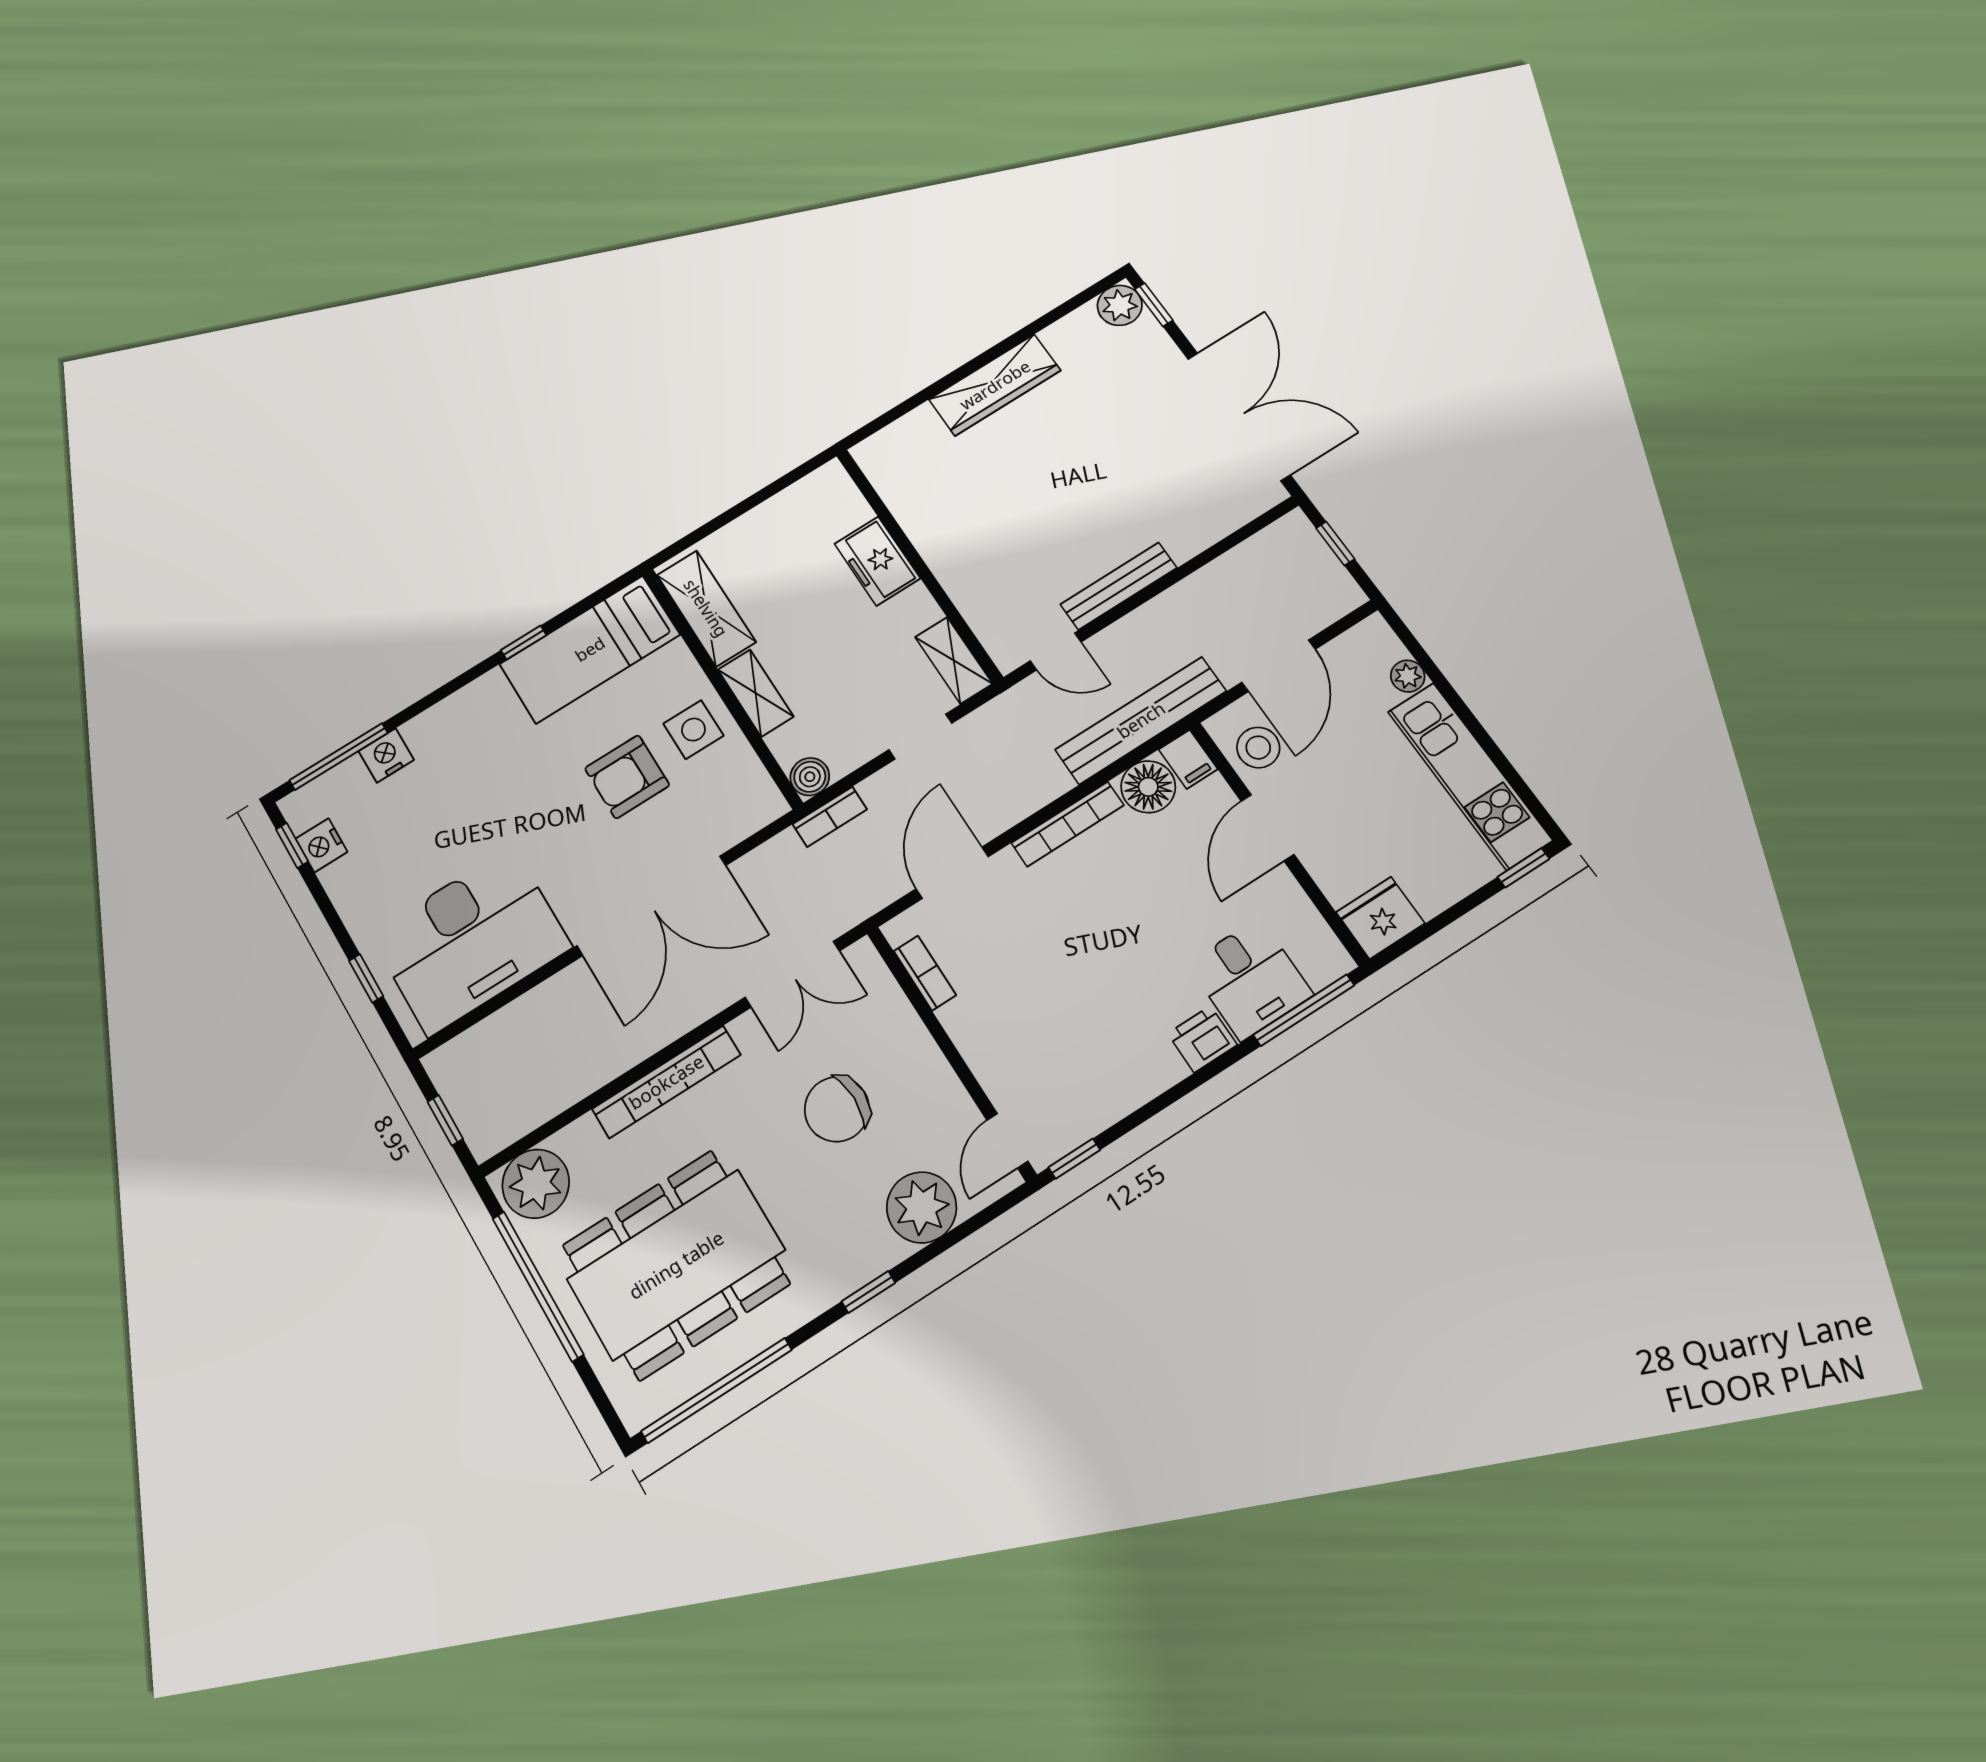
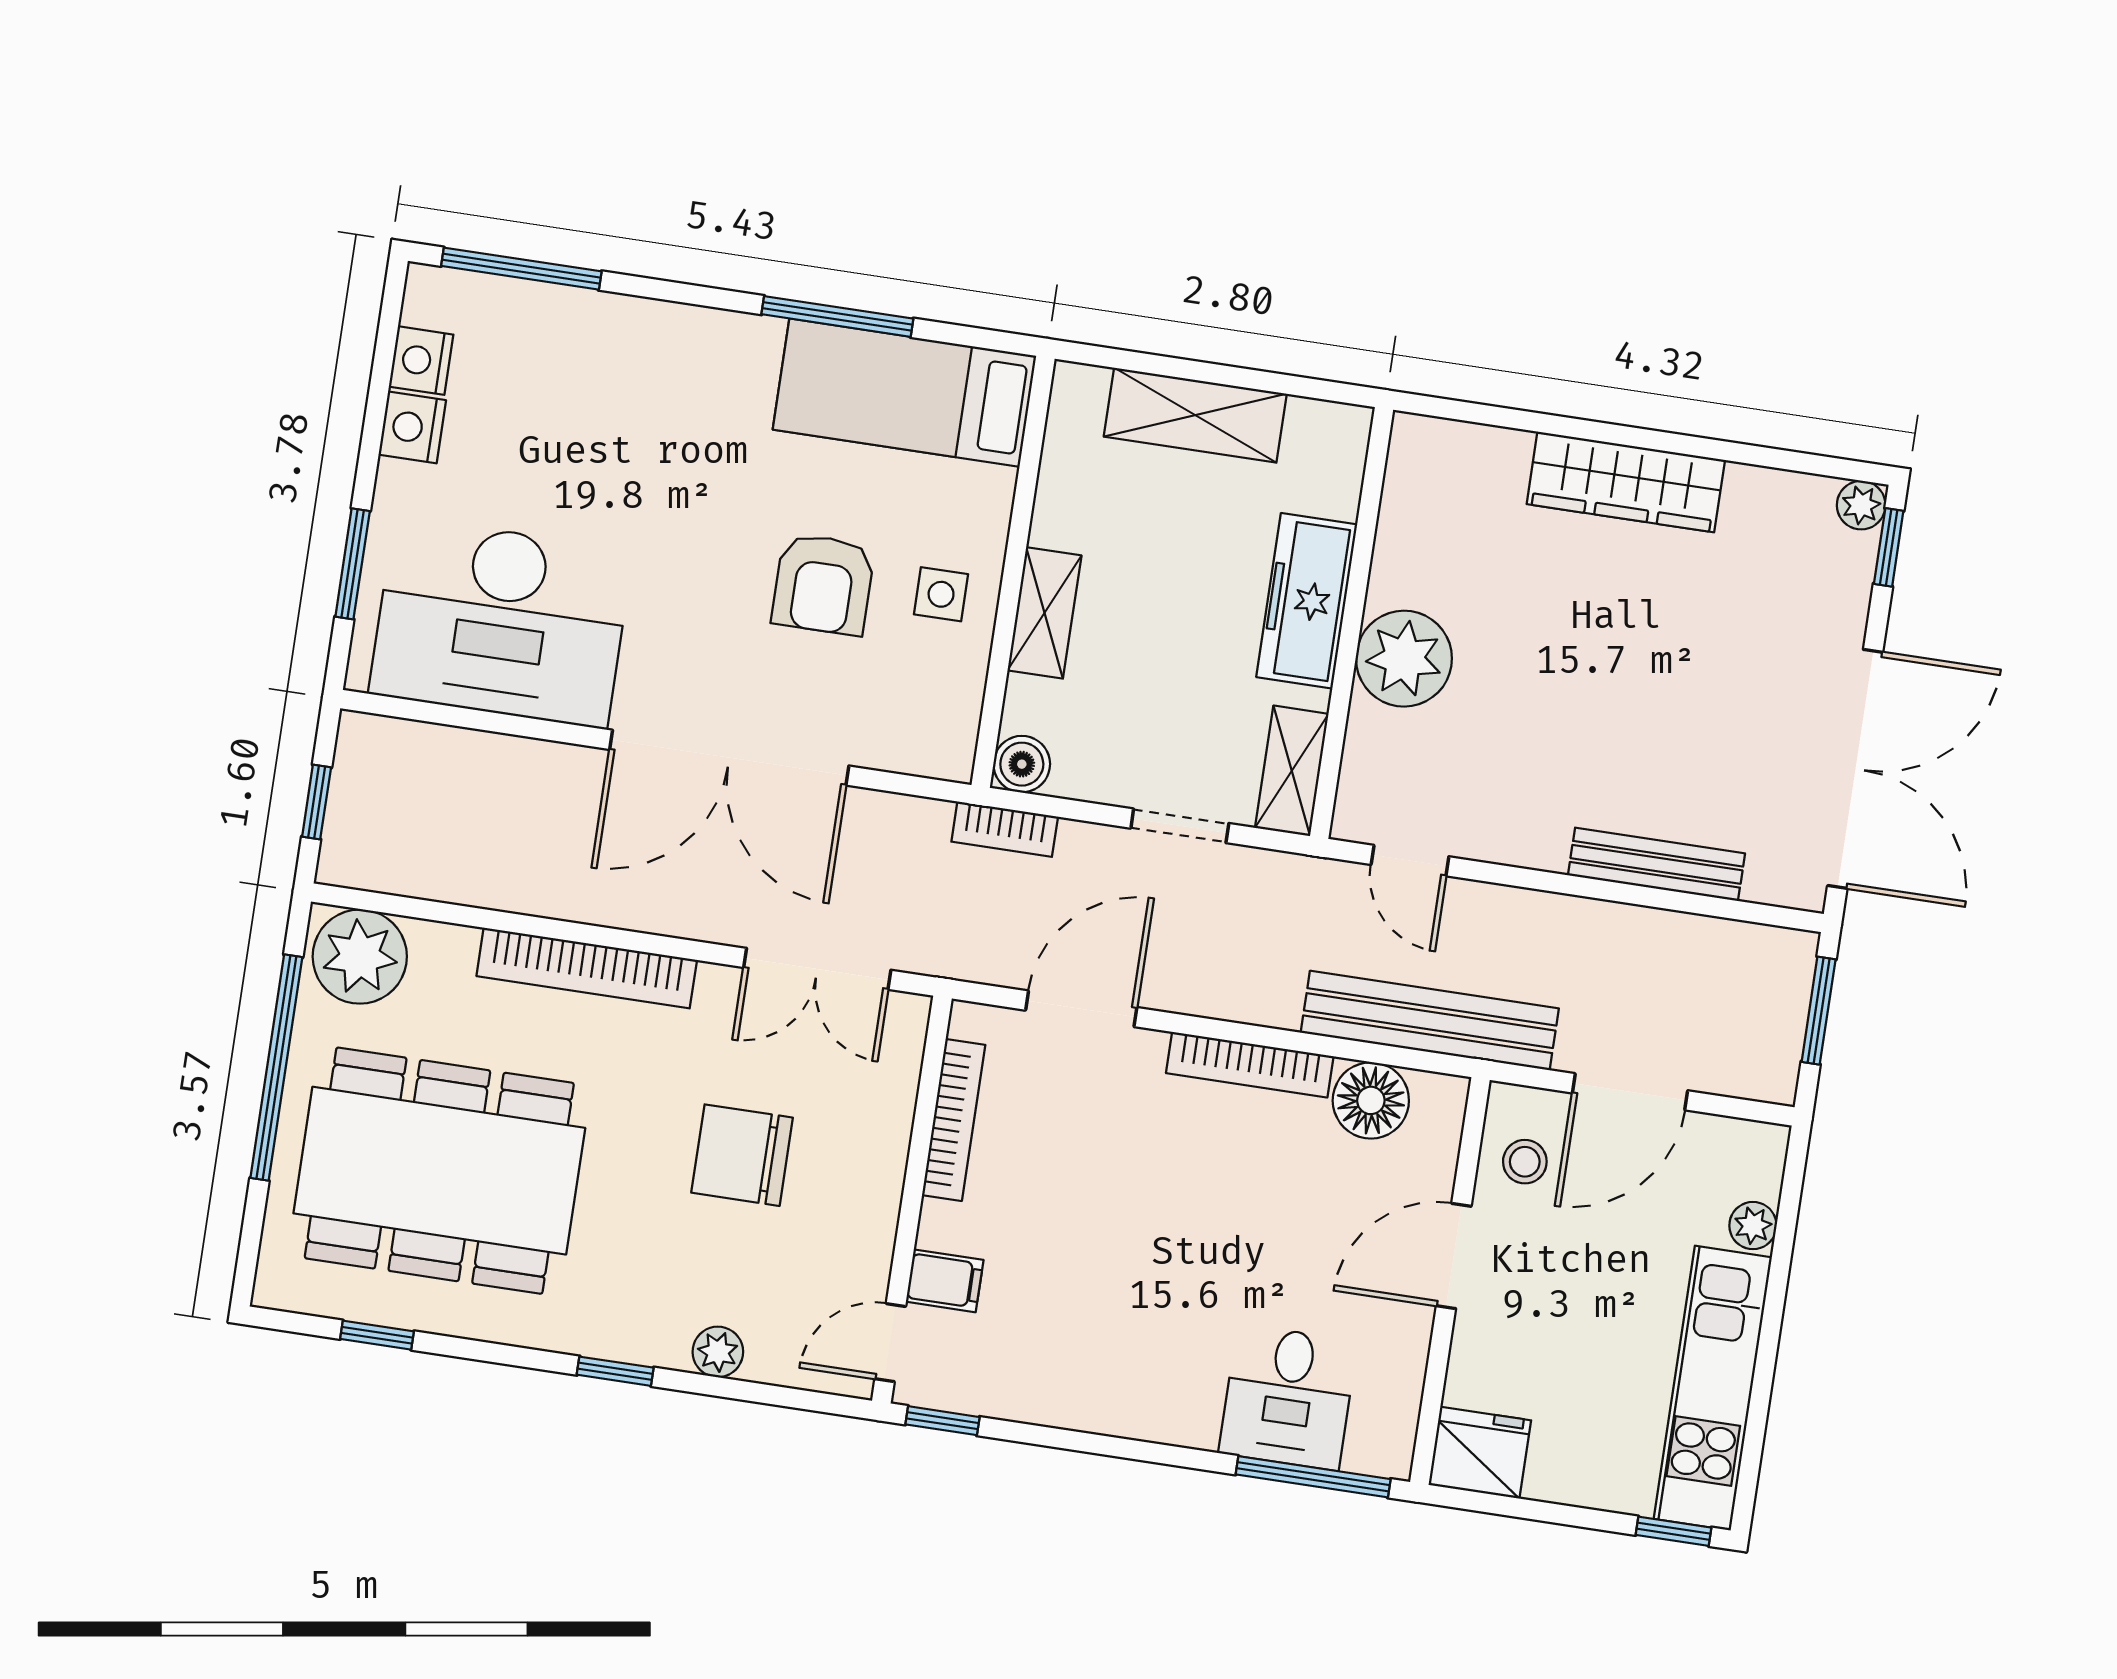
plant: (1120, 305) -> (1861, 505), width x0.73, depth x0.73
window: (1335, 543) -> (1819, 1011), width x1.50
plant: (961, 559) -> (1404, 659), added
freezer: (877, 561) -> (1307, 601), width x1.40
bench: (1119, 586) -> (1656, 864), moved
shelving: (706, 608) -> (1195, 415), moved, turned 90
window: (524, 643) -> (837, 316), width x2.17
side table: (693, 730) -> (941, 594), width x0.73, depth x0.73
stool: (1258, 748) -> (1525, 1162), width x0.73, depth x0.73
nightstand: (386, 755) -> (412, 427), moved, turned -90
filing cabinet: (1188, 759) -> (945, 1281), moved, turned -90
armchair: (627, 777) -> (823, 584), turned -90
window: (292, 845) -> (388, 331), removed
bookcase: (925, 973) -> (954, 1120), width x1.56
window: (366, 978) -> (353, 564), width x1.50
printer: (1202, 1039) -> (1183, 1415), removed
plant: (922, 1207) -> (718, 1352), width x0.53, depth x0.53
window: (717, 1390) -> (377, 1335), width x0.32

